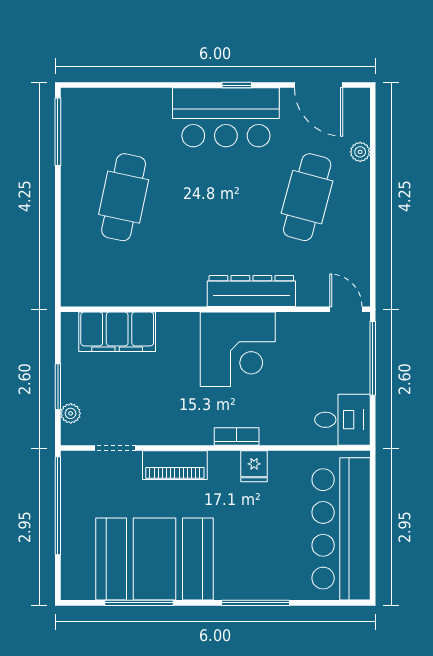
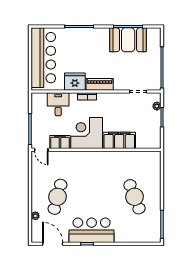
cafe table: (124, 197) -> (135, 197), turned -33
dresser: (251, 291) -> (81, 157), removed
filing cabinet: (301, 328) -> (60, 142), added
filing cabinet: (117, 332) -> (119, 140), moved
desk: (342, 420) -> (58, 104), moved, turned 90
piano: (175, 465) -> (100, 84), moved
fridge: (254, 466) -> (75, 82), width x1.88, depth x1.34
booth: (155, 559) -> (128, 40), width x0.73, depth x0.70

